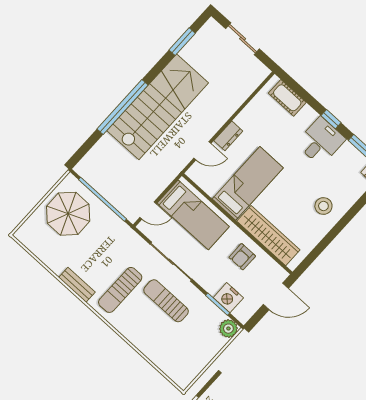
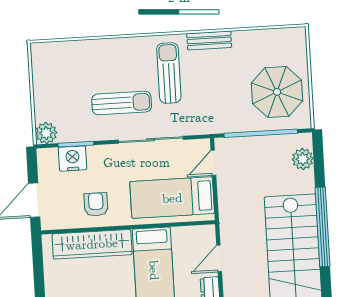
plant: (93, 159) -> (303, 159), added

